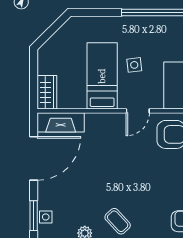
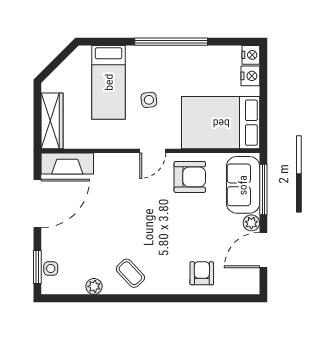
bed: (102, 76) -> (109, 82), moved, turned 180
wardrobe: (47, 92) -> (52, 121), width x1.50

